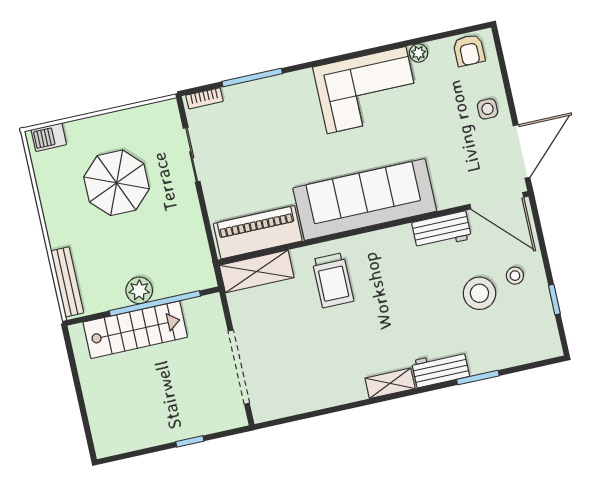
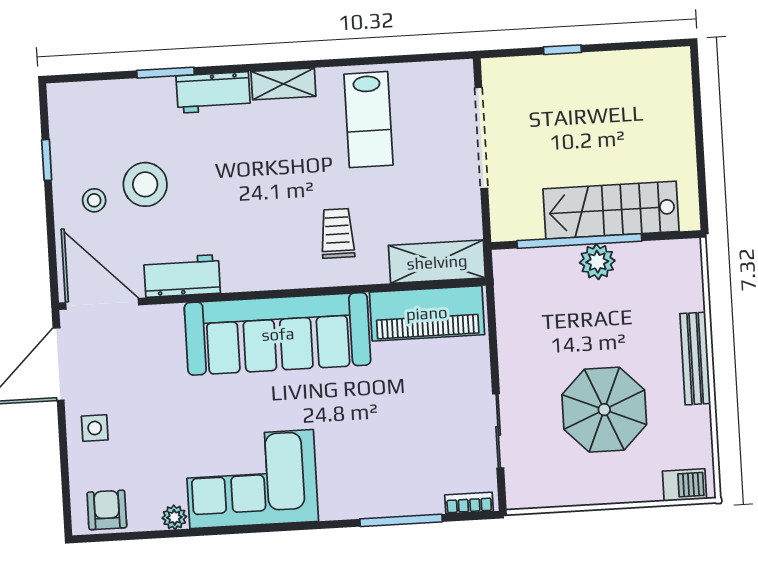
trolley: (333, 280) -> (337, 233), width x0.73, depth x0.72
bench: (67, 282) -> (695, 359), moved
lab bench: (324, 367) -> (368, 120), added

